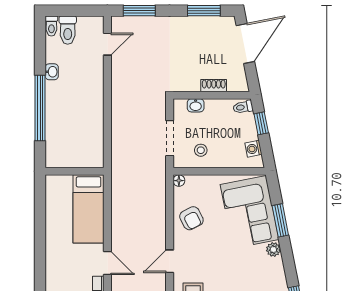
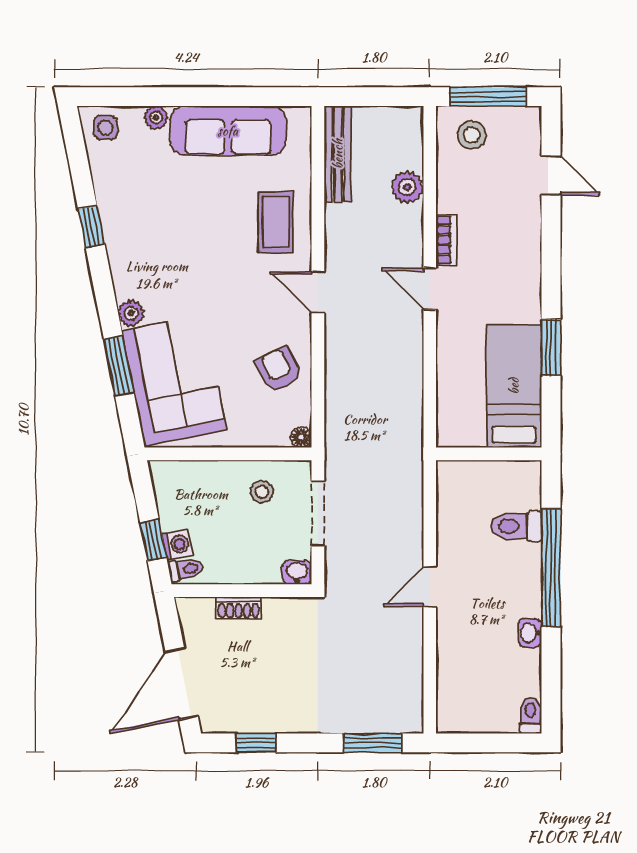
window: (204, 11) -> (256, 743), width x0.67
toilet: (68, 30) -> (516, 526), moved, turned -90
door: (107, 44) -> (430, 587), moved
washbasin: (196, 105) -> (297, 572), moved
washing machine: (253, 149) -> (177, 545), moved
bed: (89, 209) -> (514, 386), moved
window: (40, 230) -> (551, 347), added
door: (170, 261) -> (318, 292), swing flipped

